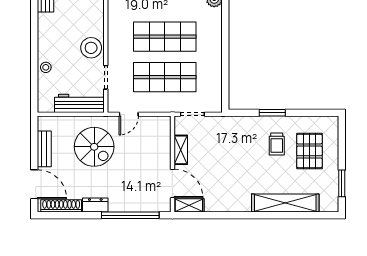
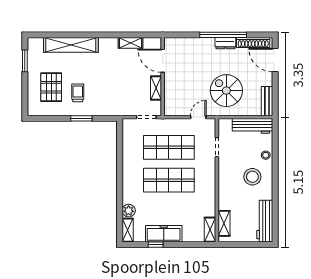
stool: (91, 48) -> (252, 177), moved
workbench: (79, 103) -> (252, 126), moved
bench: (44, 149) -> (267, 101), moved
shelving: (189, 205) -> (131, 43), moved
window: (130, 215) -> (223, 35), moved

